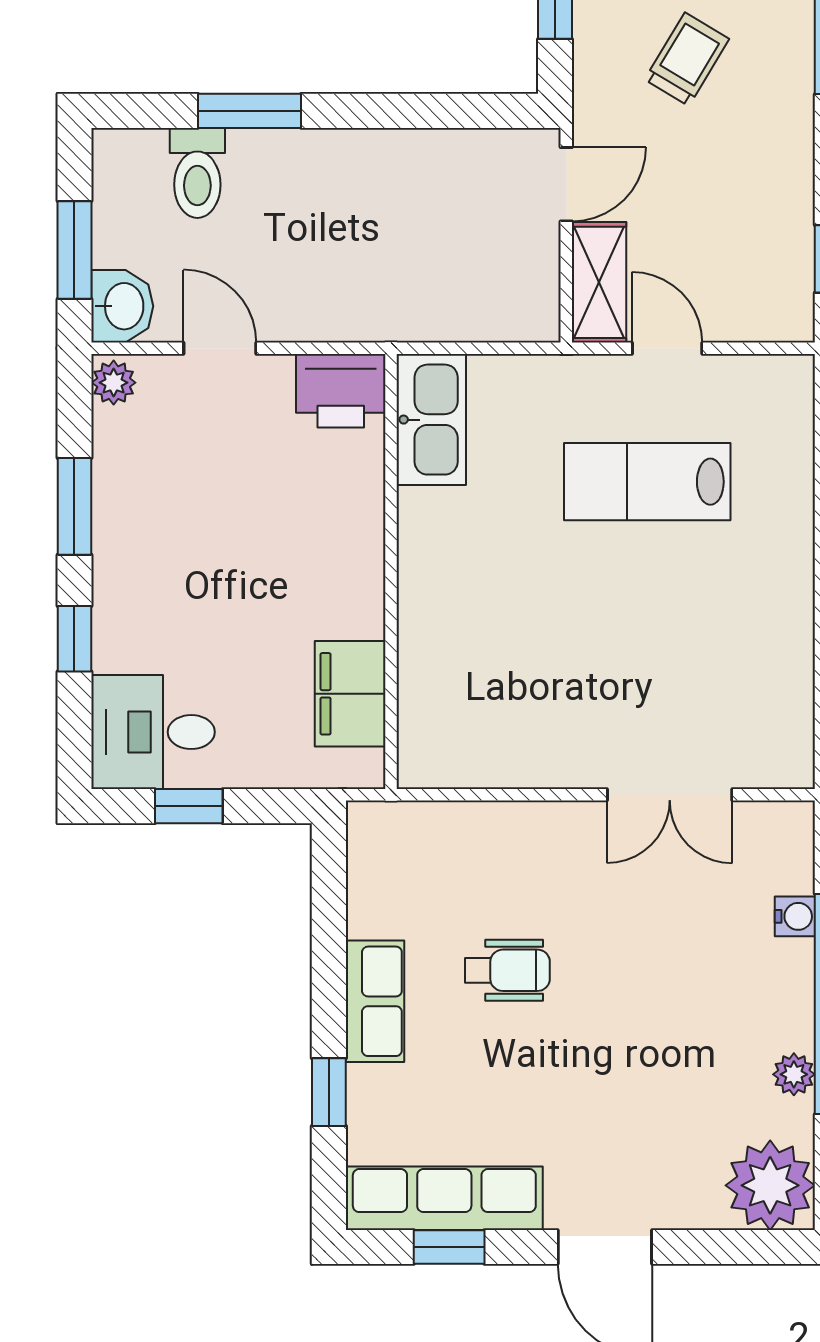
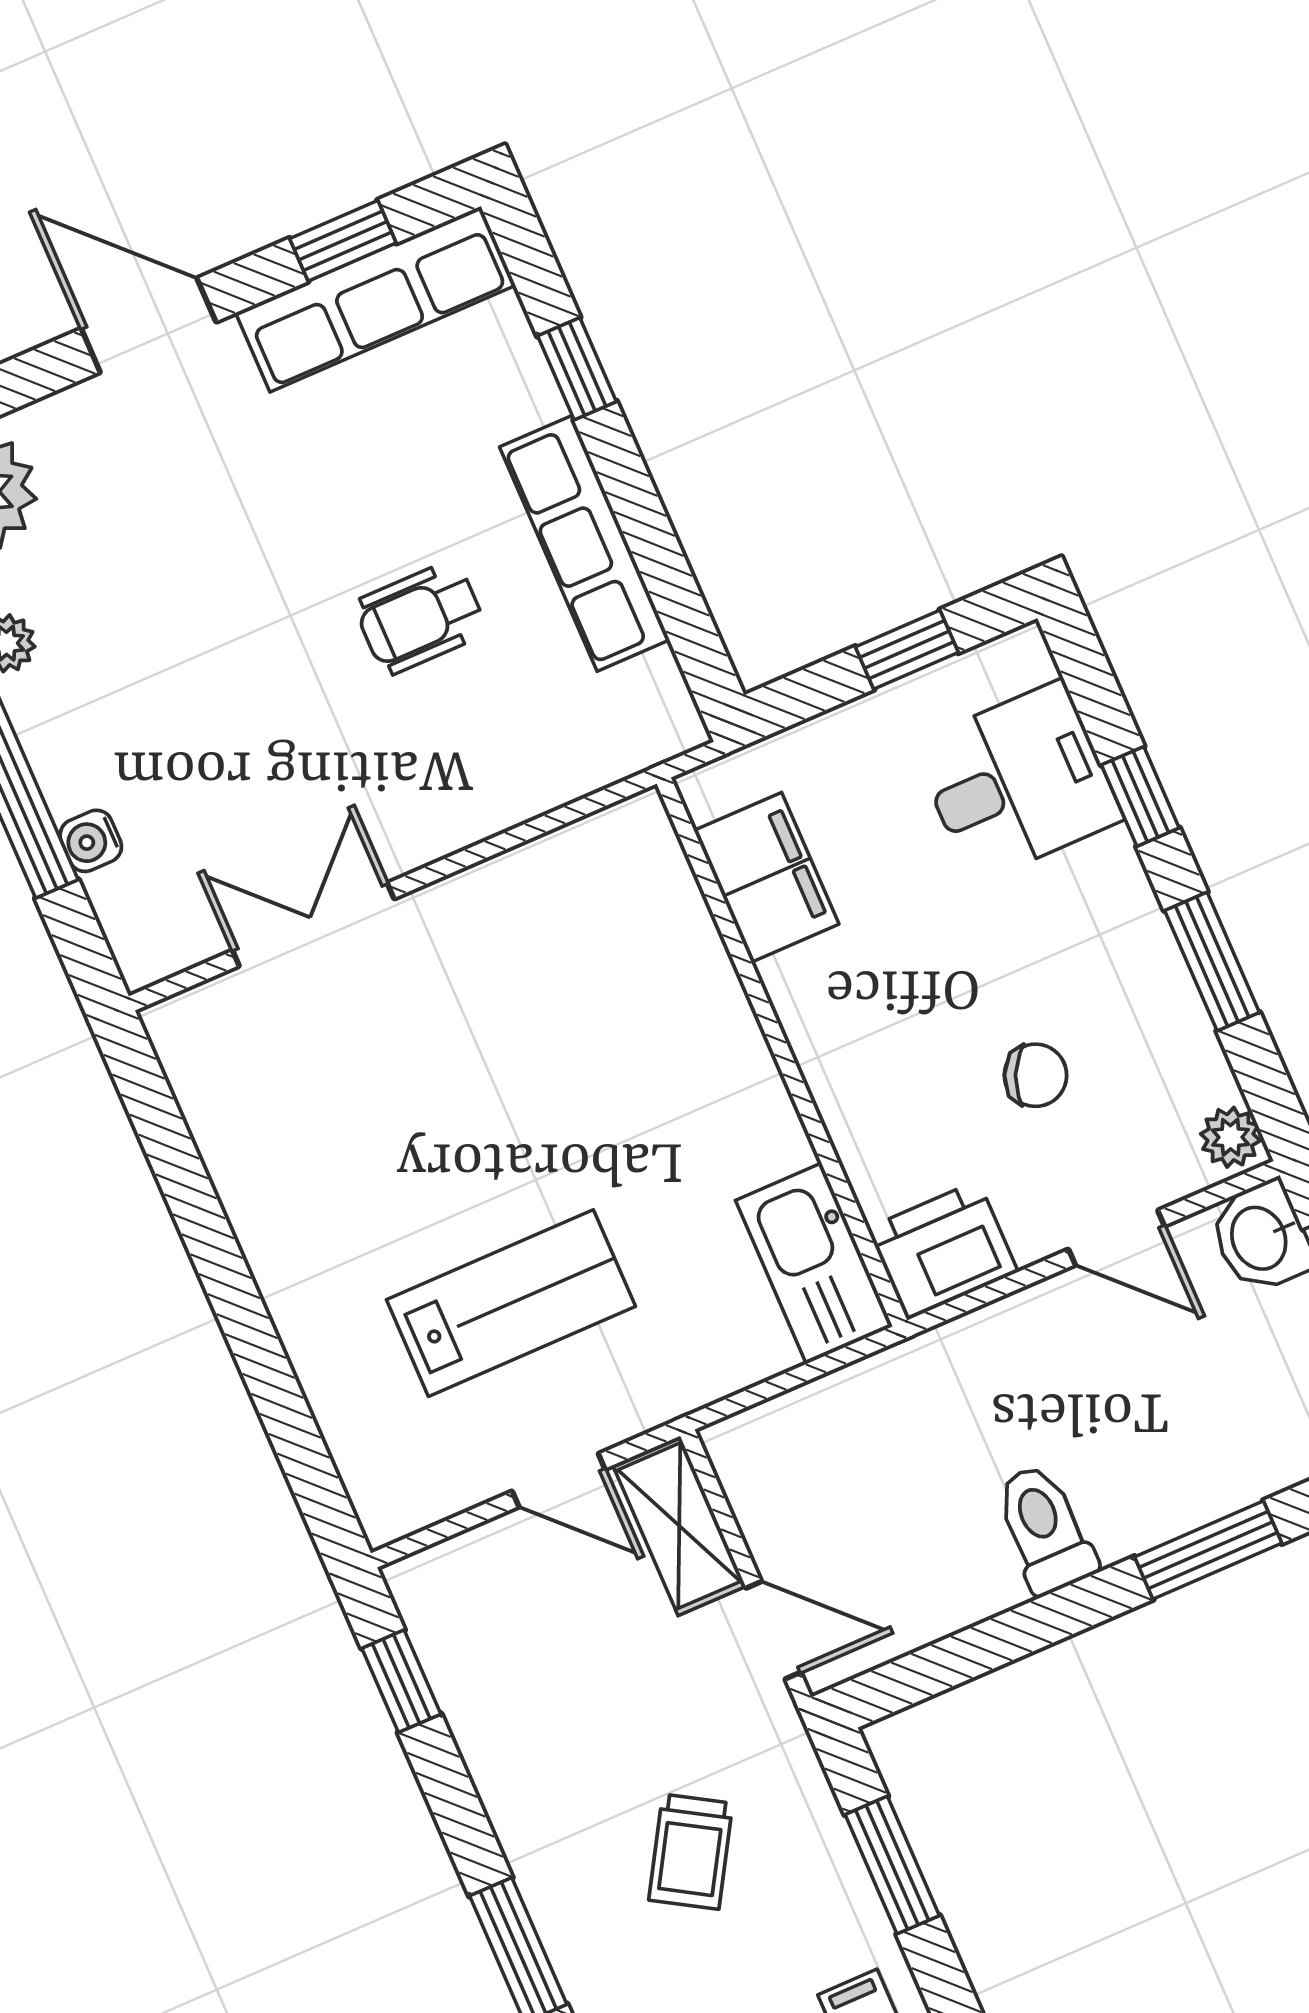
toilet: (197, 173) -> (1045, 1529), moved
door: (566, 184) -> (773, 1630), swing flipped
chair: (227, 481) -> (1035, 1075), added
desk: (153, 732) -> (1017, 782), moved
row of seats: (375, 1001) -> (585, 543), width x1.48

